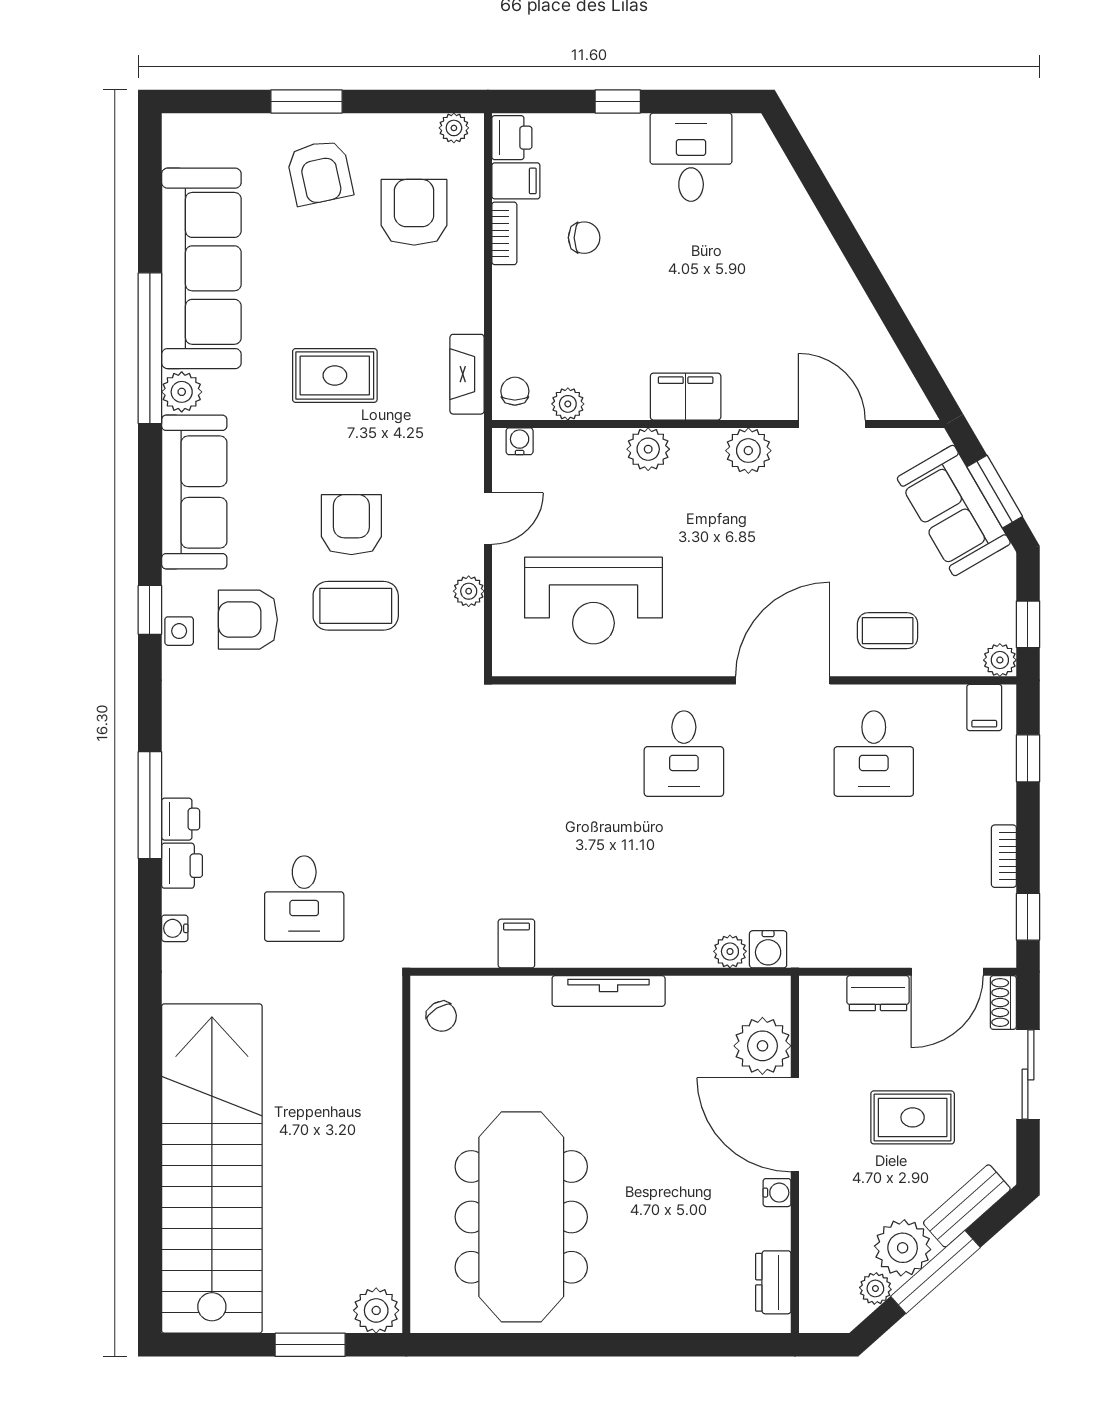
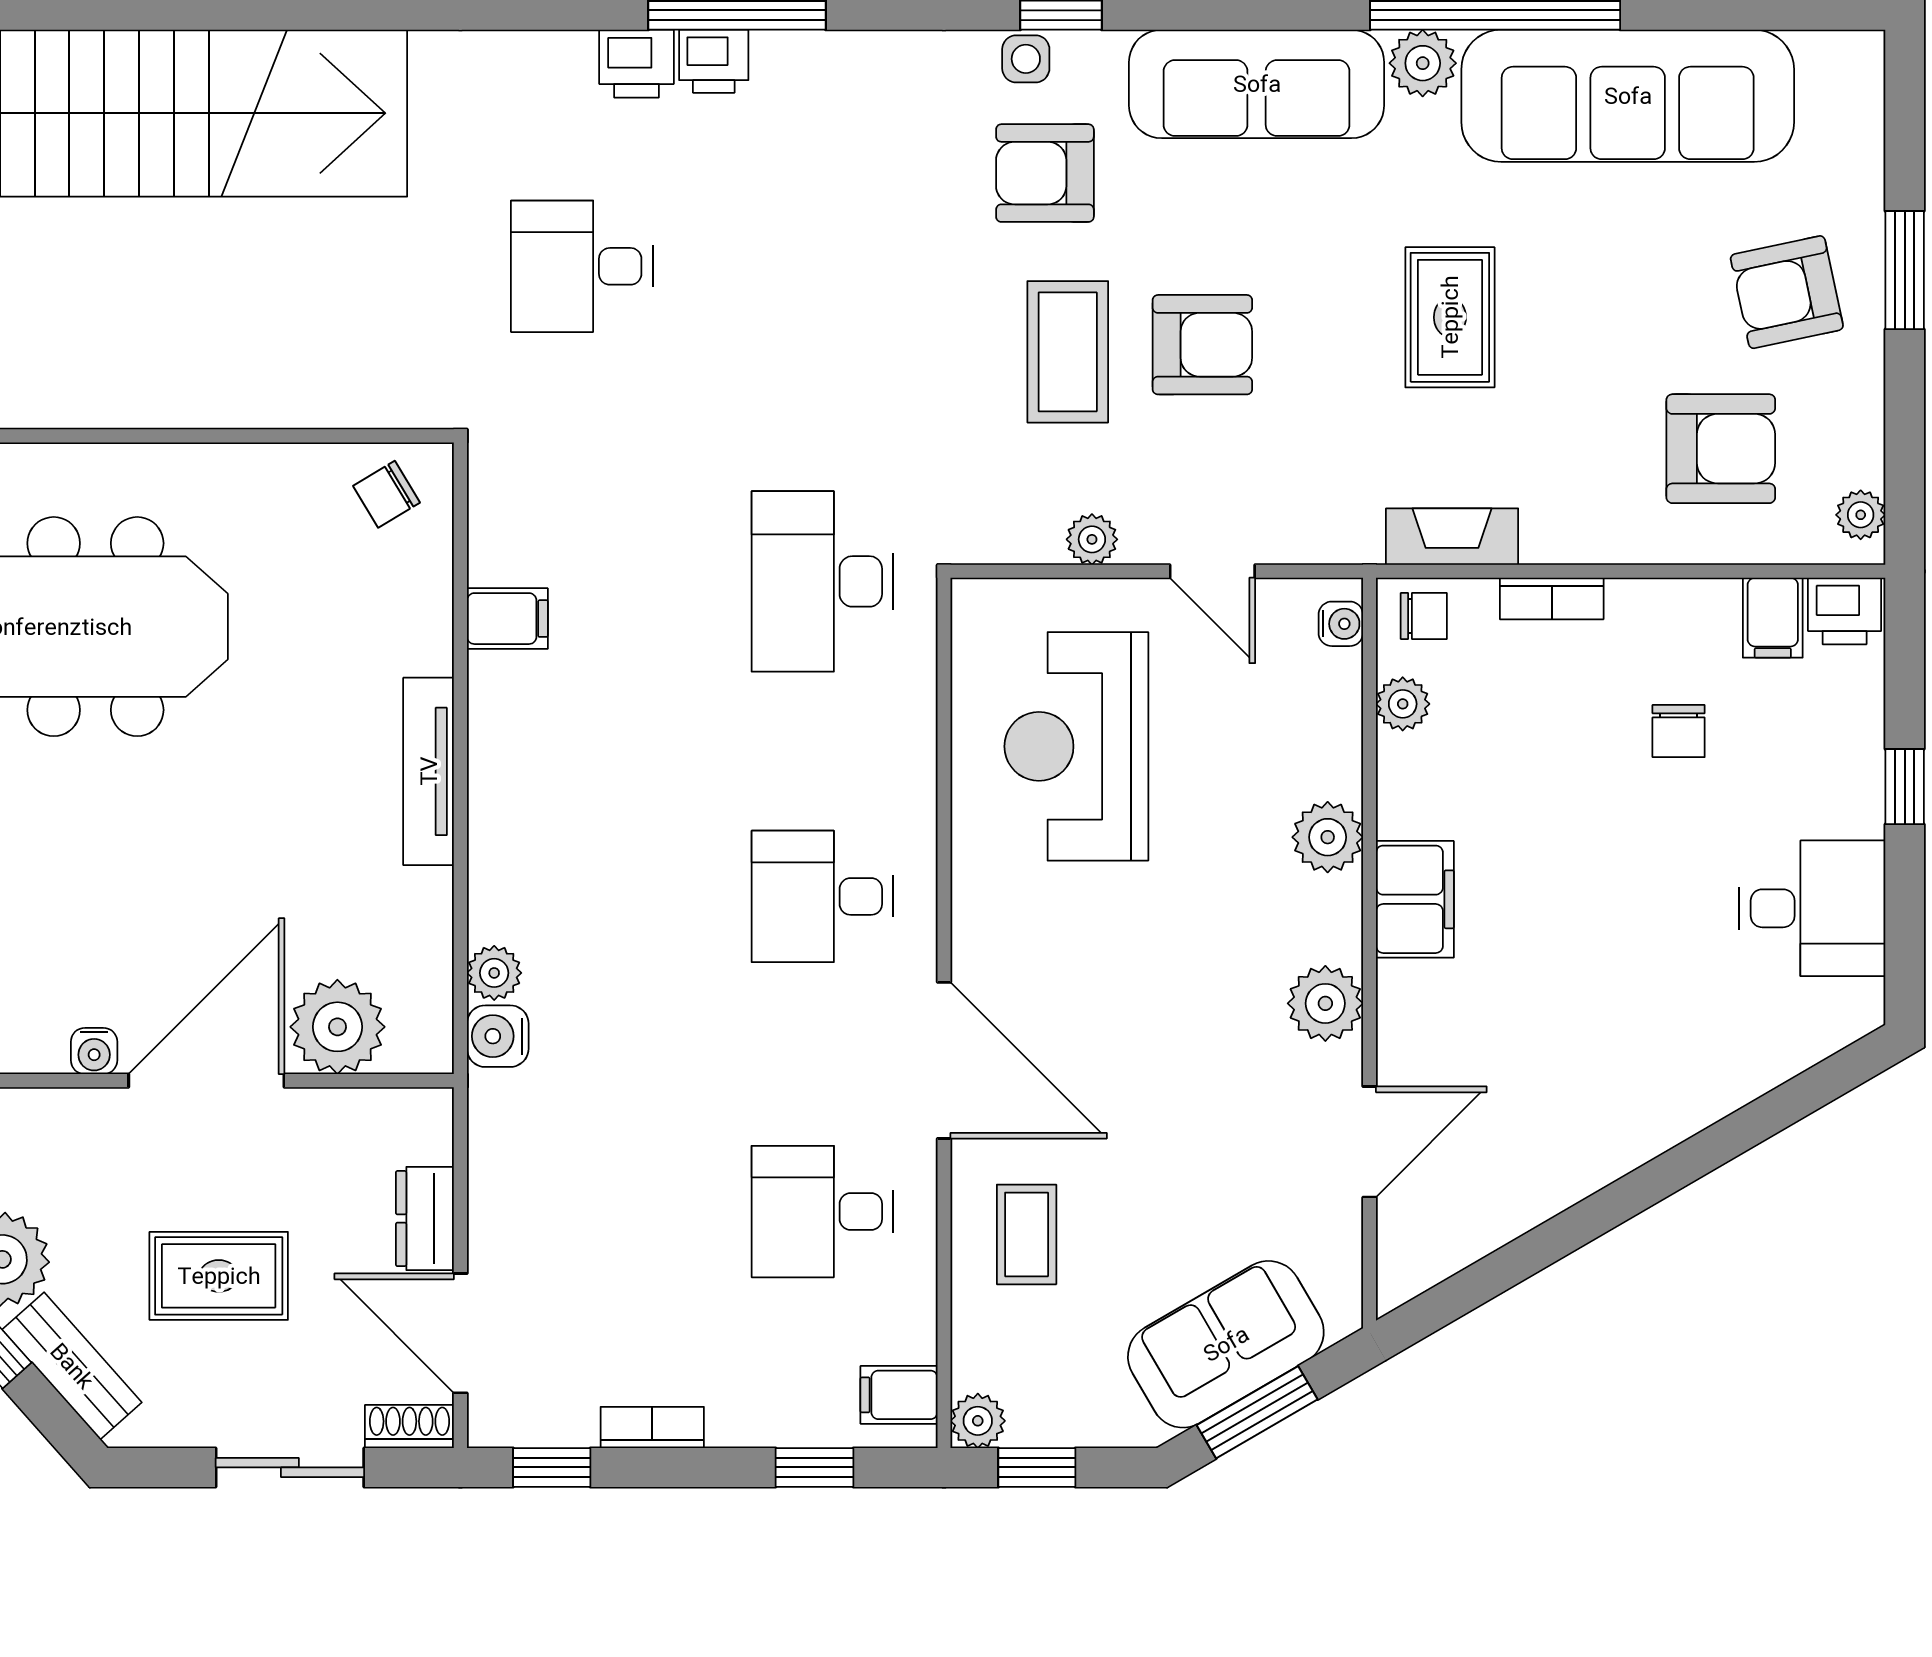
bookcase: (504, 233) -> (1552, 599), moved
armchair: (248, 620) -> (1045, 173), turned -90
desk: (494, 754) -> (823, 581), added
water cooler: (175, 928) -> (533, 52), removed
rug: (913, 1117) -> (219, 1276), turned 90

